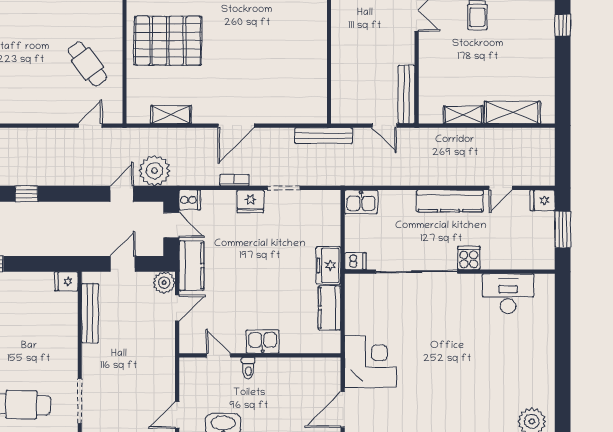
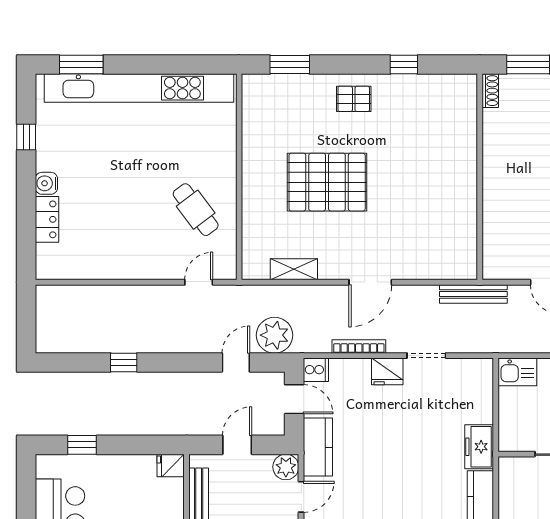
pallet: (168, 41) -> (327, 182), moved
bookcase: (234, 180) -> (359, 346), width x1.56
dishwasher: (355, 261) -> (511, 442), removed

